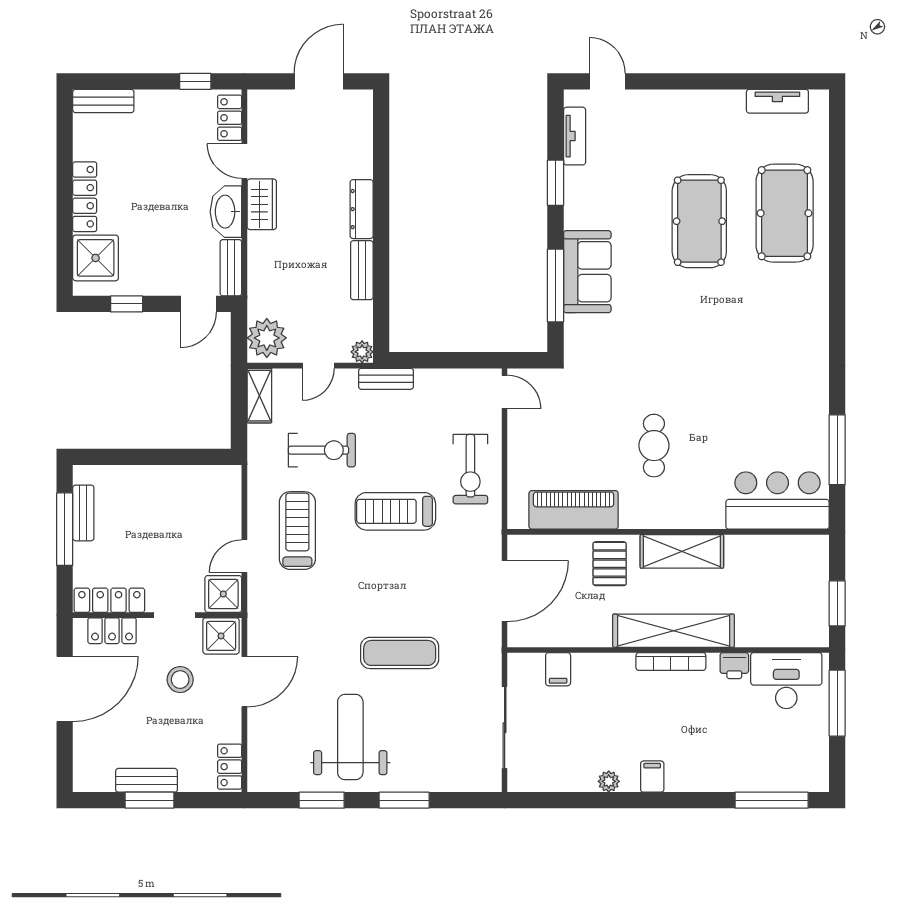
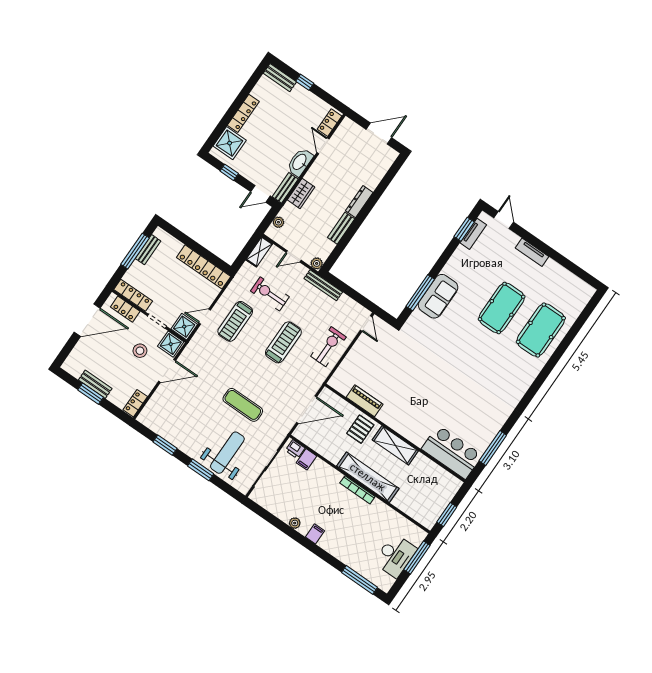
window: (195, 81) -> (305, 82), moved
tv unit: (777, 101) -> (532, 252), moved
window: (556, 183) -> (464, 229), moved
wardrobe: (262, 204) -> (301, 193), moved
plant: (267, 338) -> (278, 222), width x0.53, depth x0.53
bench: (386, 379) -> (323, 285), width x1.36
cafe table: (654, 446) -> (415, 391), removed
exercise bike: (322, 450) -> (270, 294), turned 180
exercise bike: (470, 469) -> (328, 347), turned 180
locker: (189, 480) -> (204, 267), added
piano: (574, 510) -> (365, 401), width x0.73, depth x0.75
treadmill: (395, 511) -> (283, 342), turned 90
treadmill: (297, 531) -> (235, 321), turned 180
printer: (734, 666) -> (295, 449), moved
desk: (786, 681) -> (395, 556), moved, turned 90
weight bench: (350, 737) -> (227, 453), moved

